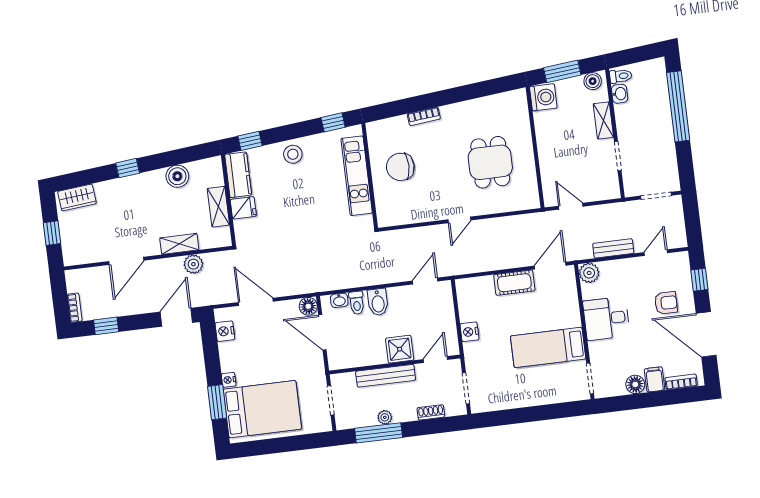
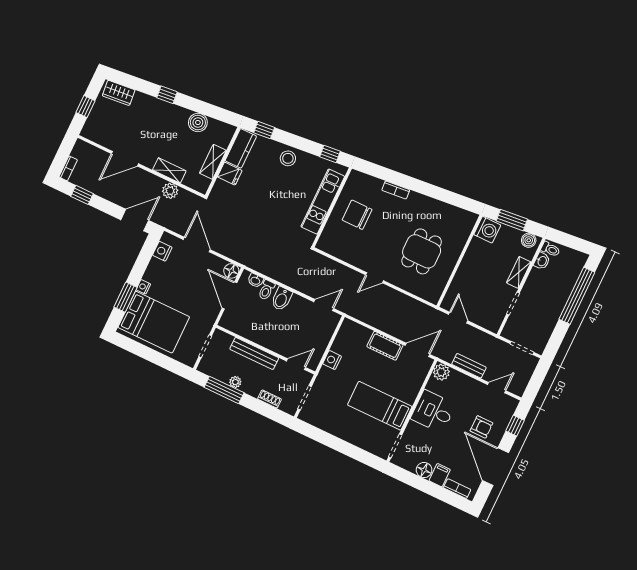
shower: (400, 349) -> (276, 341), removed

